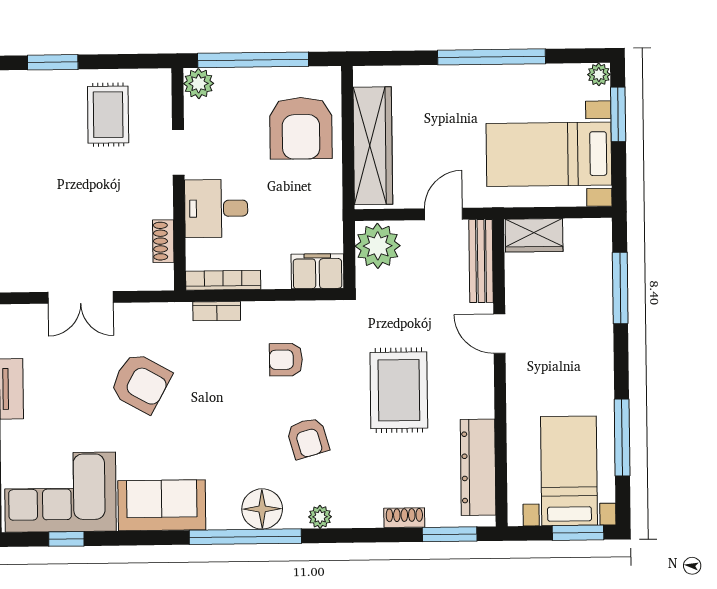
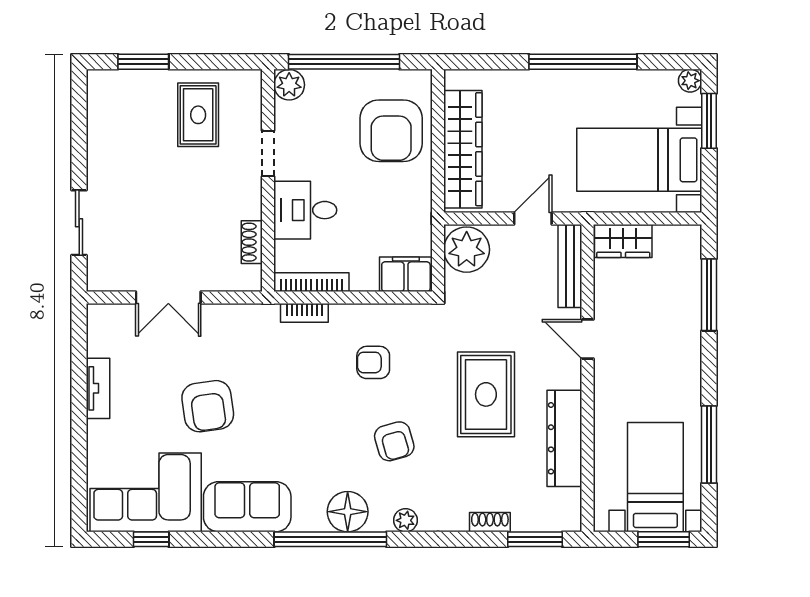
armchair: (141, 383) -> (208, 406), moved, turned 53
dresser: (478, 467) -> (564, 438), moved

